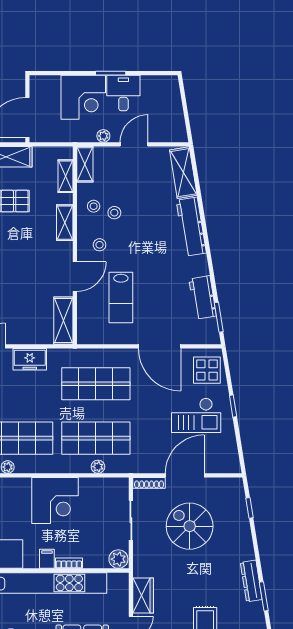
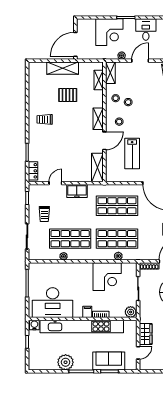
desk: (123, 93) -> (146, 30), moved
shelving: (65, 223) -> (98, 119), moved
corner desk: (55, 501) -> (107, 277), moved

